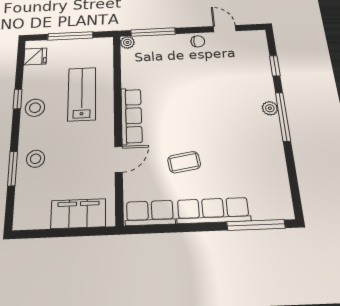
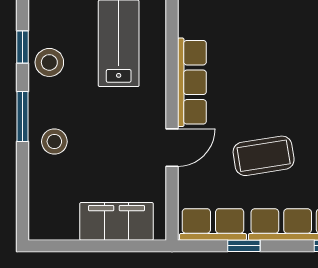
coffee table: (184, 162) -> (264, 156), width x1.36, depth x1.30
window: (13, 169) -> (22, 116), moved
window: (174, 228) -> (244, 246), added

